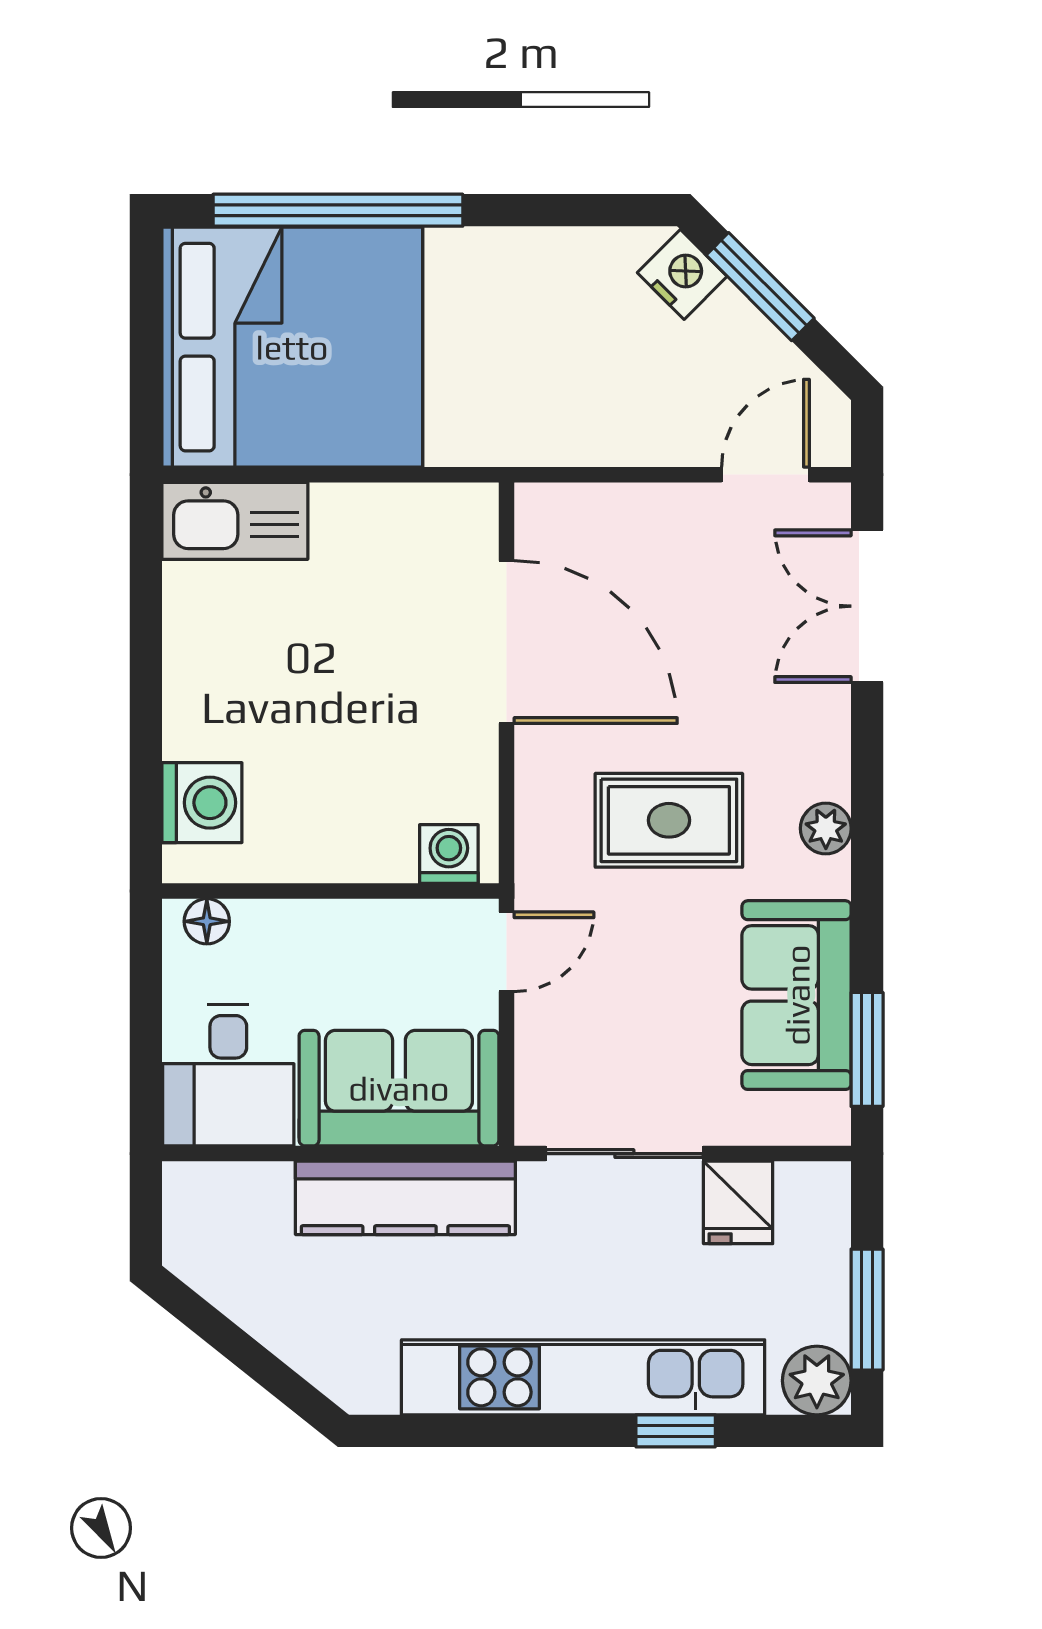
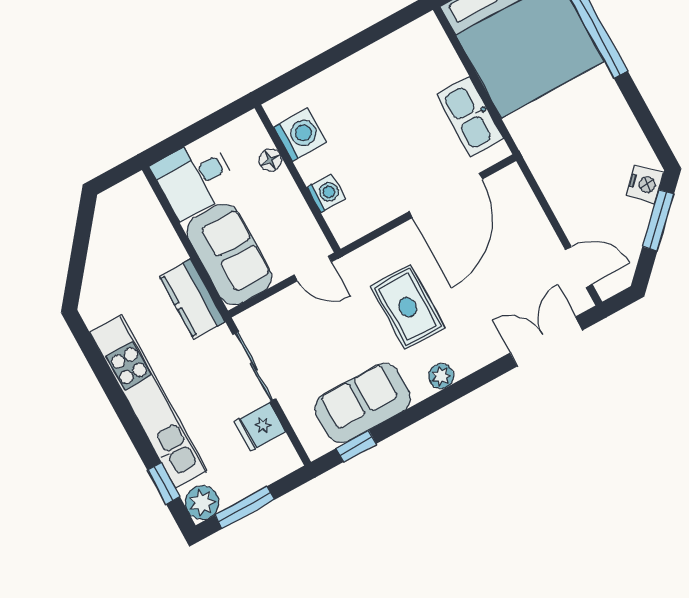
kitchen sink: (235, 521) -> (470, 116), moved
washing machine: (202, 803) -> (300, 135), moved, turned -90
washing machine: (449, 854) -> (326, 193), moved
floor lamp: (207, 921) -> (270, 160), moved
window: (867, 1049) -> (356, 446), width x0.67
kitchen counter: (405, 1198) -> (192, 299), width x0.67
window: (676, 1431) -> (164, 483), moved

